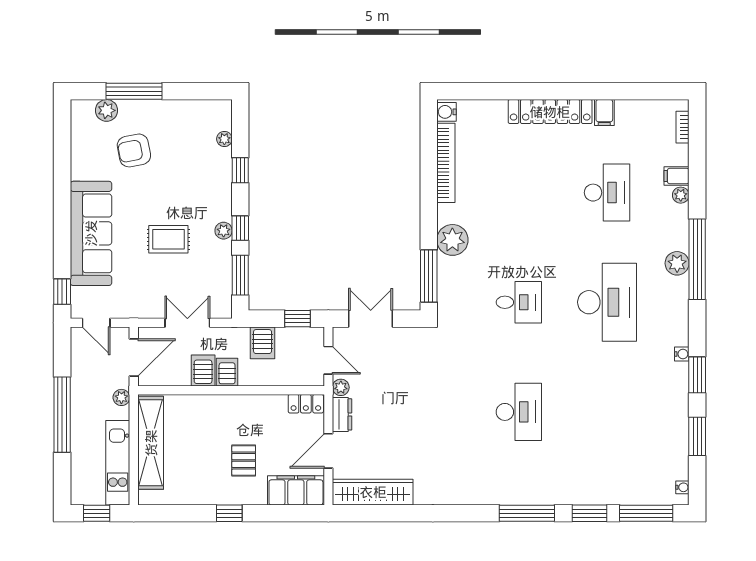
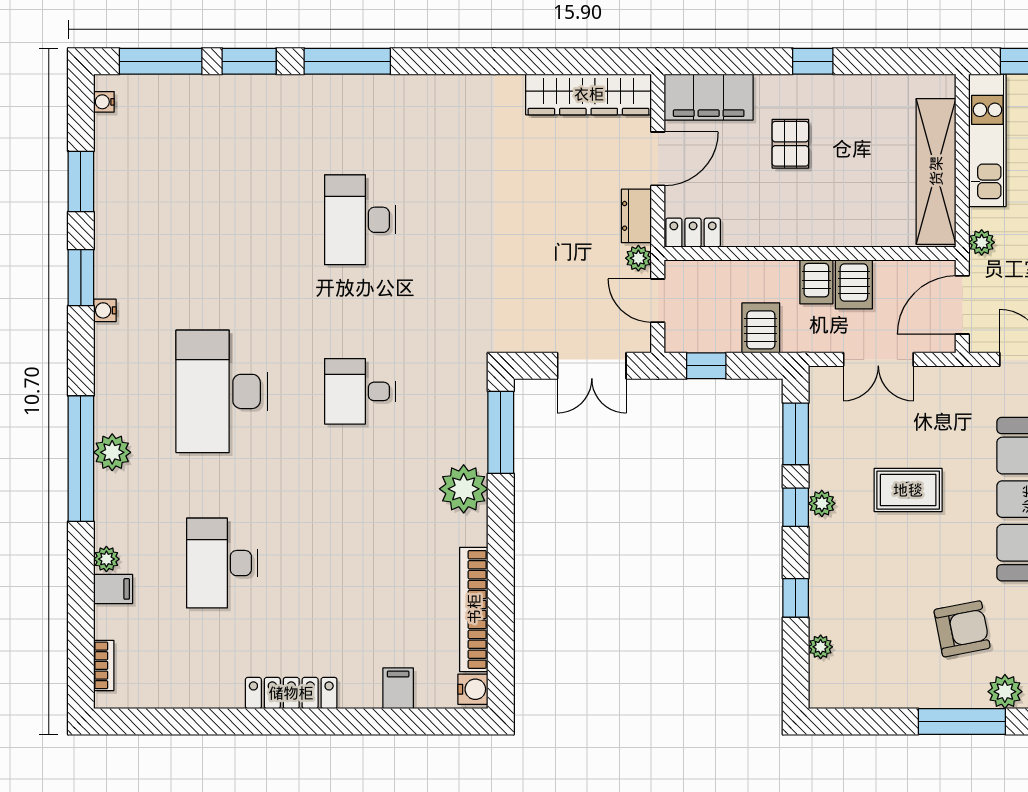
locker: (550, 112) -> (291, 693), width x0.71, depth x0.83
filing cabinet: (604, 112) -> (398, 688), moved

